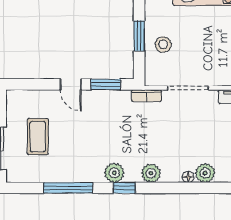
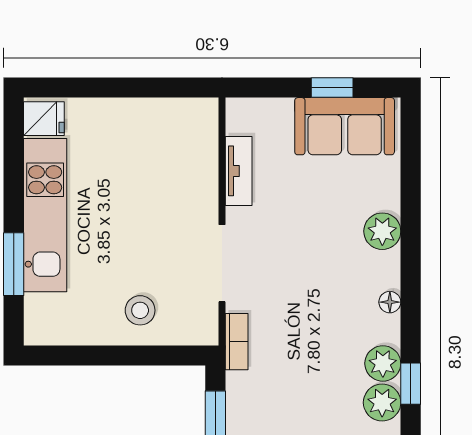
window: (139, 36) -> (124, 356), removed
plant: (151, 173) -> (383, 363), moved
floor lamp: (188, 177) -> (390, 302), moved

